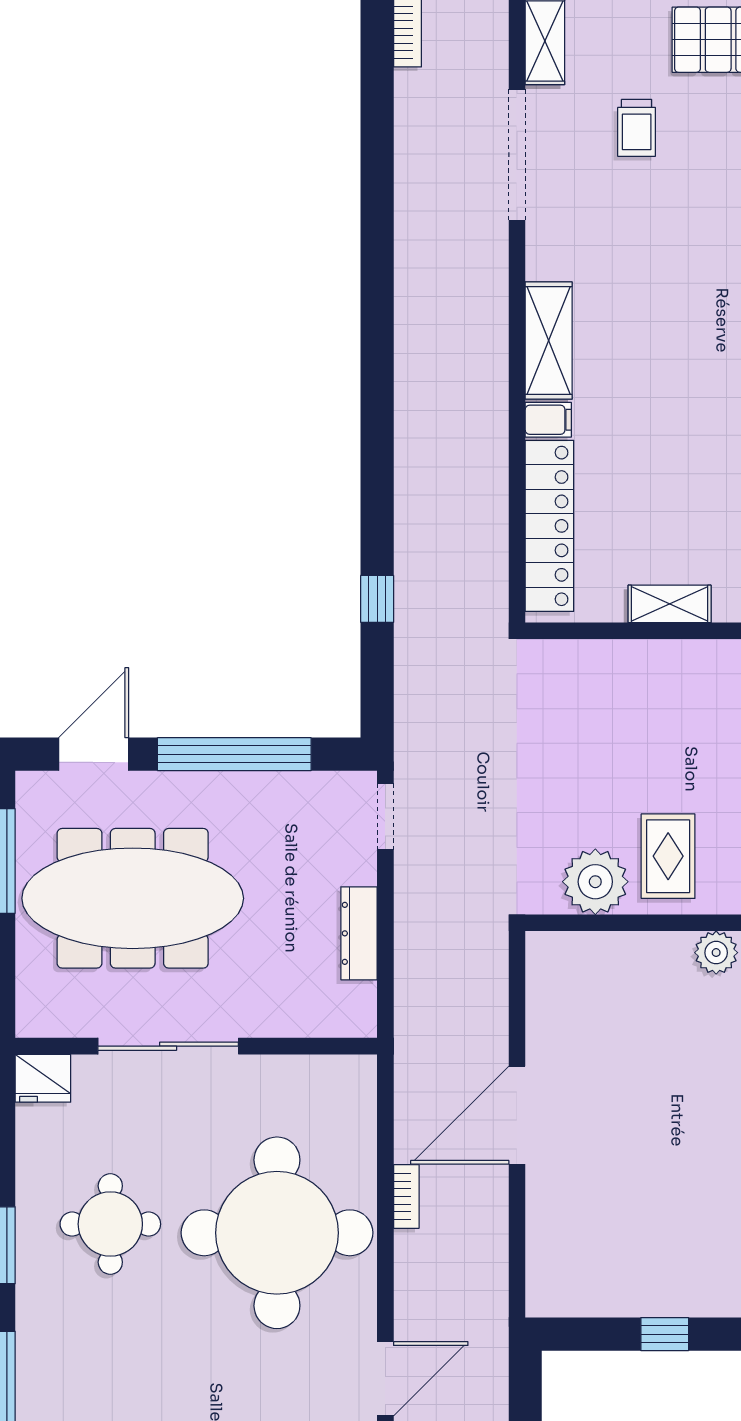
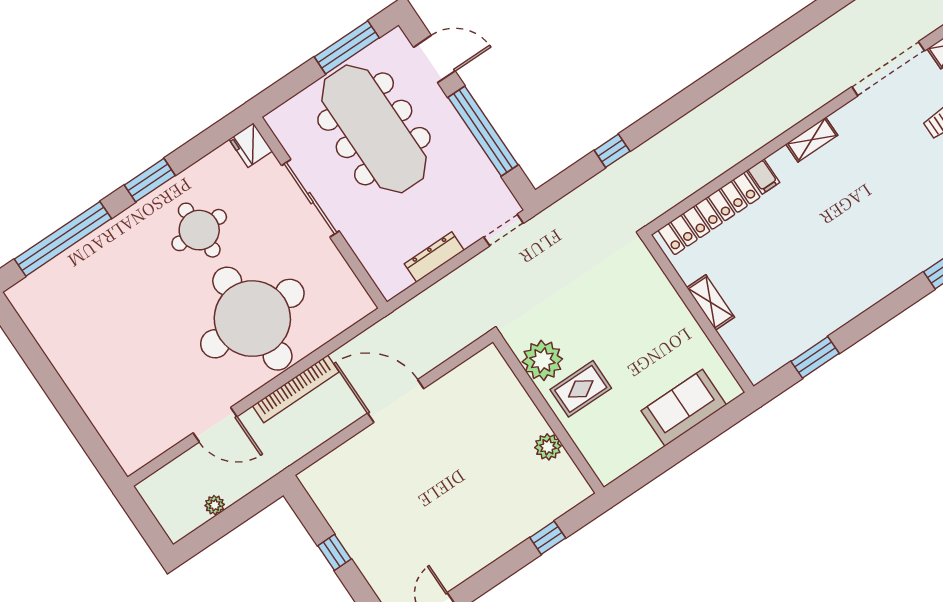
shelving: (549, 341) -> (812, 140), width x0.67, depth x0.75
bookcase: (406, 1197) -> (296, 389), width x2.31, depth x1.31

